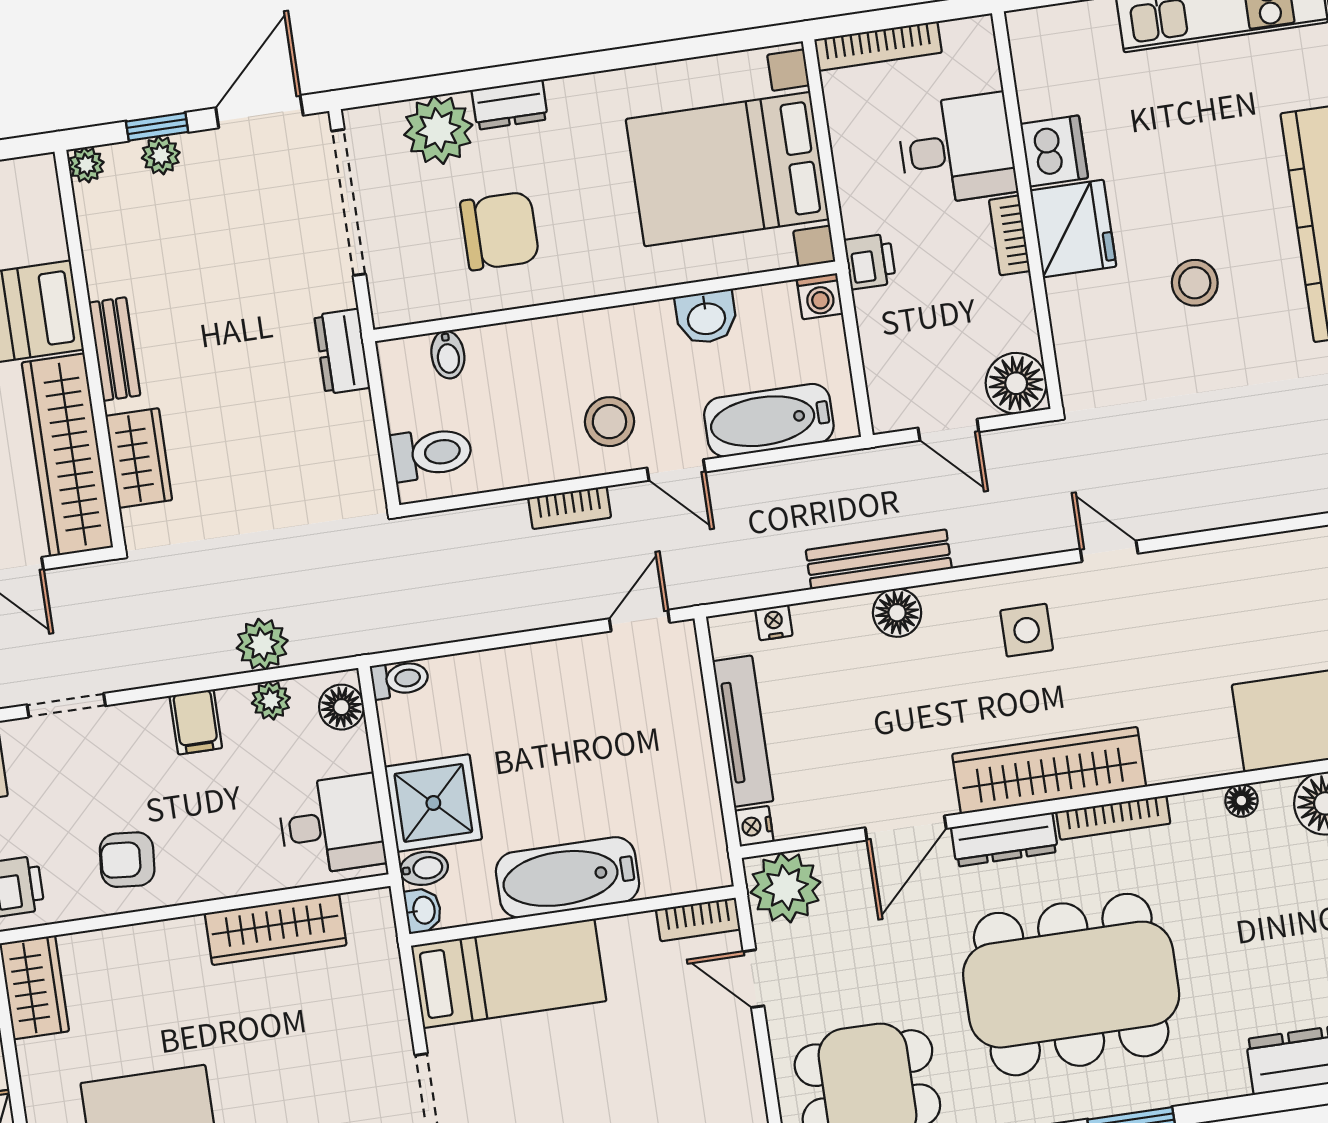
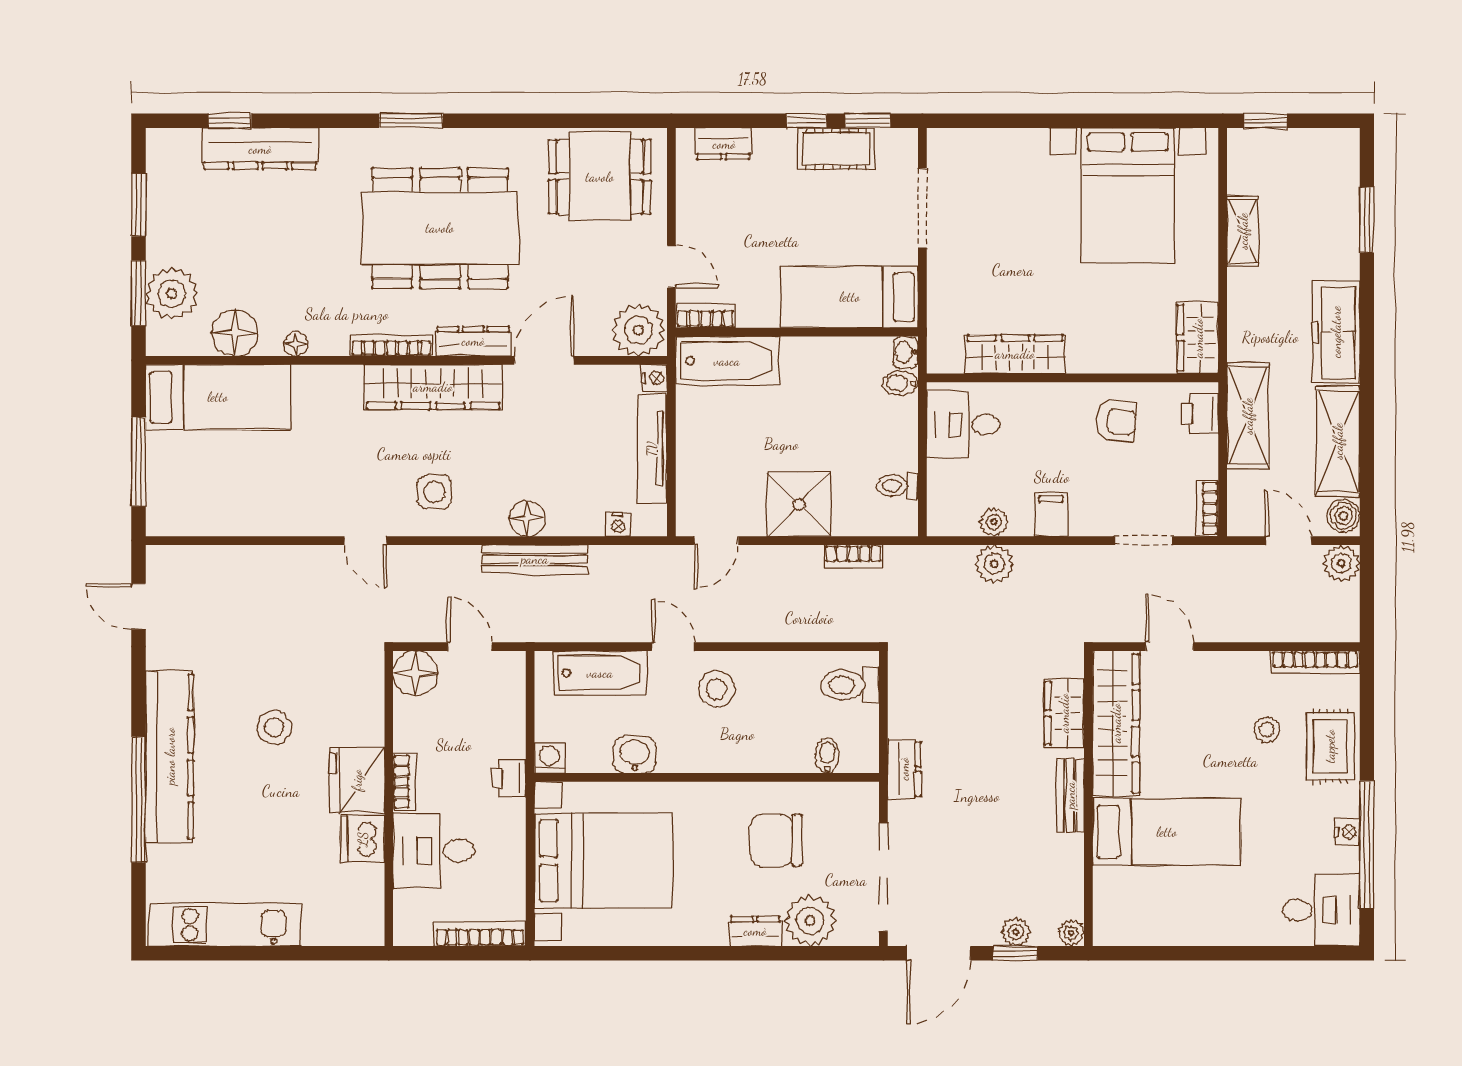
bookcase: (570, 508) -> (853, 556), moved, turned 180
toilet: (400, 679) -> (897, 486), moved
floor lamp: (341, 707) -> (943, 509), removed
shower: (433, 803) -> (799, 505), moved
bathtub: (568, 877) -> (727, 361), moved

